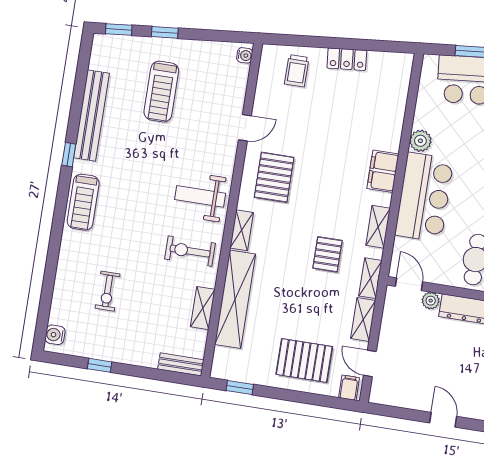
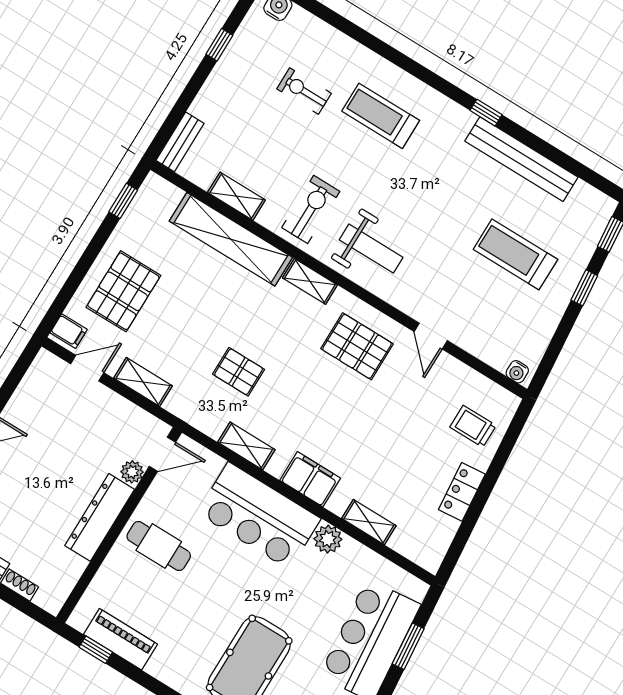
weight bench: (200, 196) -> (371, 249), turned 90
treadmill: (83, 202) -> (381, 116), moved
shelving: (370, 278) -> (369, 522), moved

